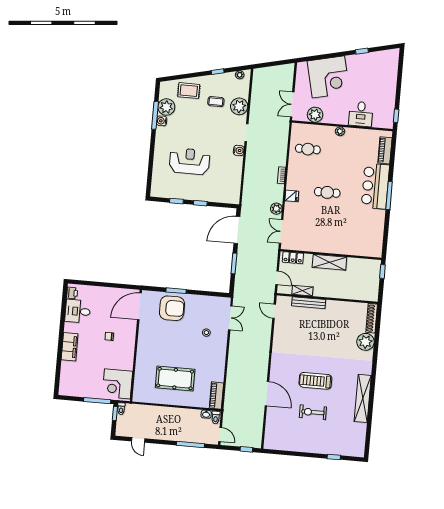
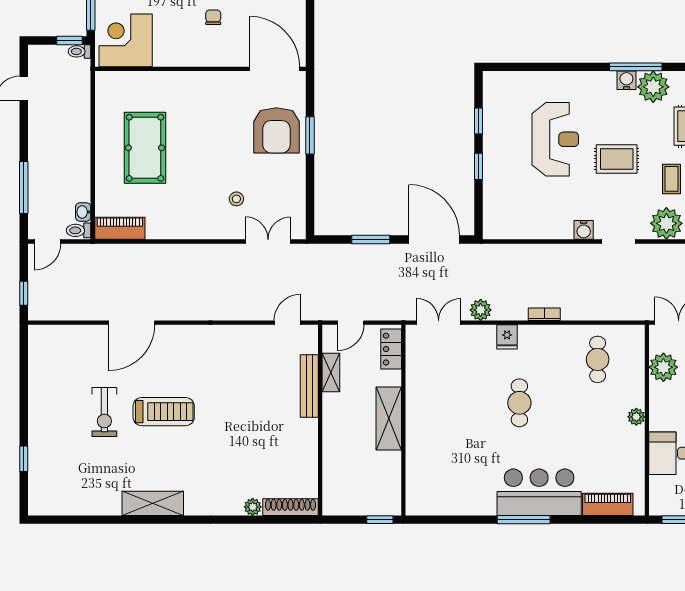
rug: (203, 130) -> (617, 159), added
double door: (230, 318) -> (268, 241), swing flipped
plant: (366, 342) -> (253, 507), width x0.53, depth x0.53
treadmill: (315, 381) -> (164, 412), turned 90
shelving: (363, 398) -> (153, 503), width x0.68
exercise bike: (313, 412) -> (104, 412), turned 180

